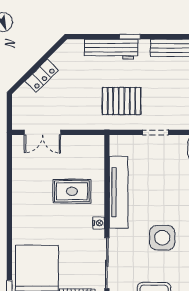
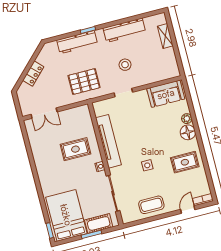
stool: (167, 96) -> (125, 65), added
pallet: (122, 101) -> (84, 82), moved
side table: (162, 238) -> (147, 165), width x0.54, depth x0.54

